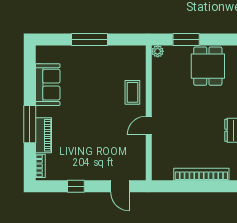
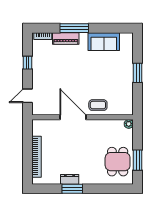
window: (89, 39) -> (138, 73), width x0.69
window: (186, 39) -> (138, 160), moved
dining table: (208, 66) -> (118, 162), turned 90
door: (149, 126) -> (73, 117), width x1.88

